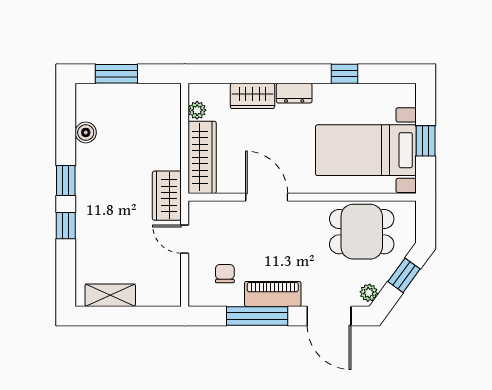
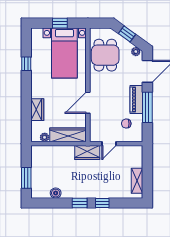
dresser: (294, 93) -> (36, 89), removed

